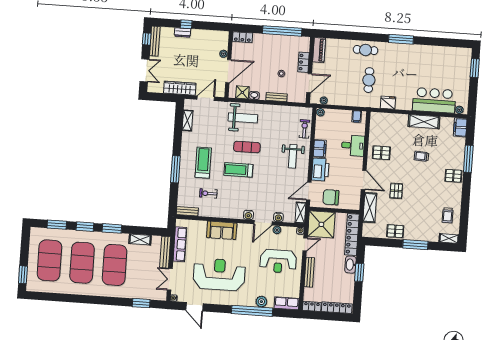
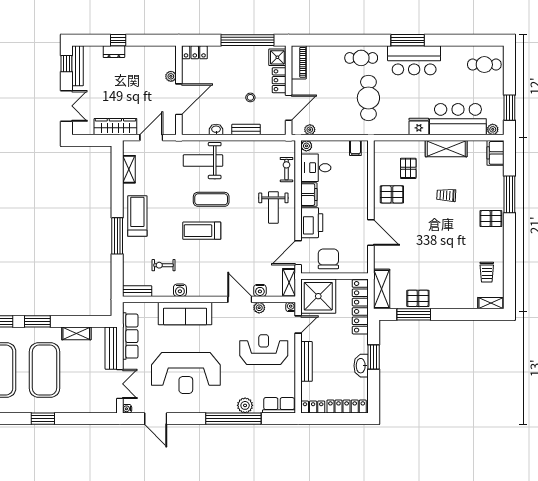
bar counter: (405, 55) -> (414, 60), added
cafe table: (457, 61) -> (484, 65), added
window: (475, 68) -> (509, 108), moved
cafe table: (369, 80) -> (368, 98), width x1.37, depth x1.35
shower: (242, 92) -> (277, 57), moved
fridge: (388, 103) -> (419, 126), moved
weight bench: (243, 118) -> (203, 161), turned 180
desk: (353, 146) -> (316, 168), moved, turned 180
treadmill: (203, 163) -> (137, 216), moved
pallet: (396, 191) -> (408, 168), moved
chair: (331, 197) -> (328, 259), turned 90
shelving: (370, 208) -> (382, 289), moved
water cooler: (248, 215) -> (180, 290), moved
door: (263, 223) -> (240, 299), swing flipped
sofa: (222, 230) -> (185, 313), width x1.36
window: (415, 245) -> (414, 314), moved
reception desk: (278, 261) -> (264, 350), turned 180
washbasin: (350, 265) -> (361, 366), moved
reception desk: (219, 275) -> (186, 373), turned 180
double door: (170, 279) -> (120, 384), swing flipped
window: (141, 303) -> (43, 419), moved

